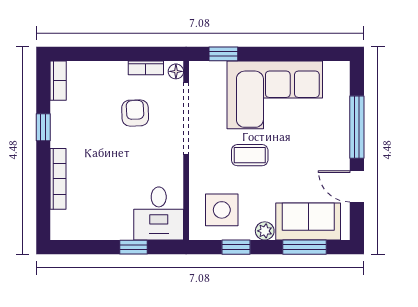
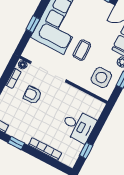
window: (223, 54) -> (33, 24), moved
desk: (159, 214) -> (78, 126), moved
window: (133, 247) -> (86, 151), moved

